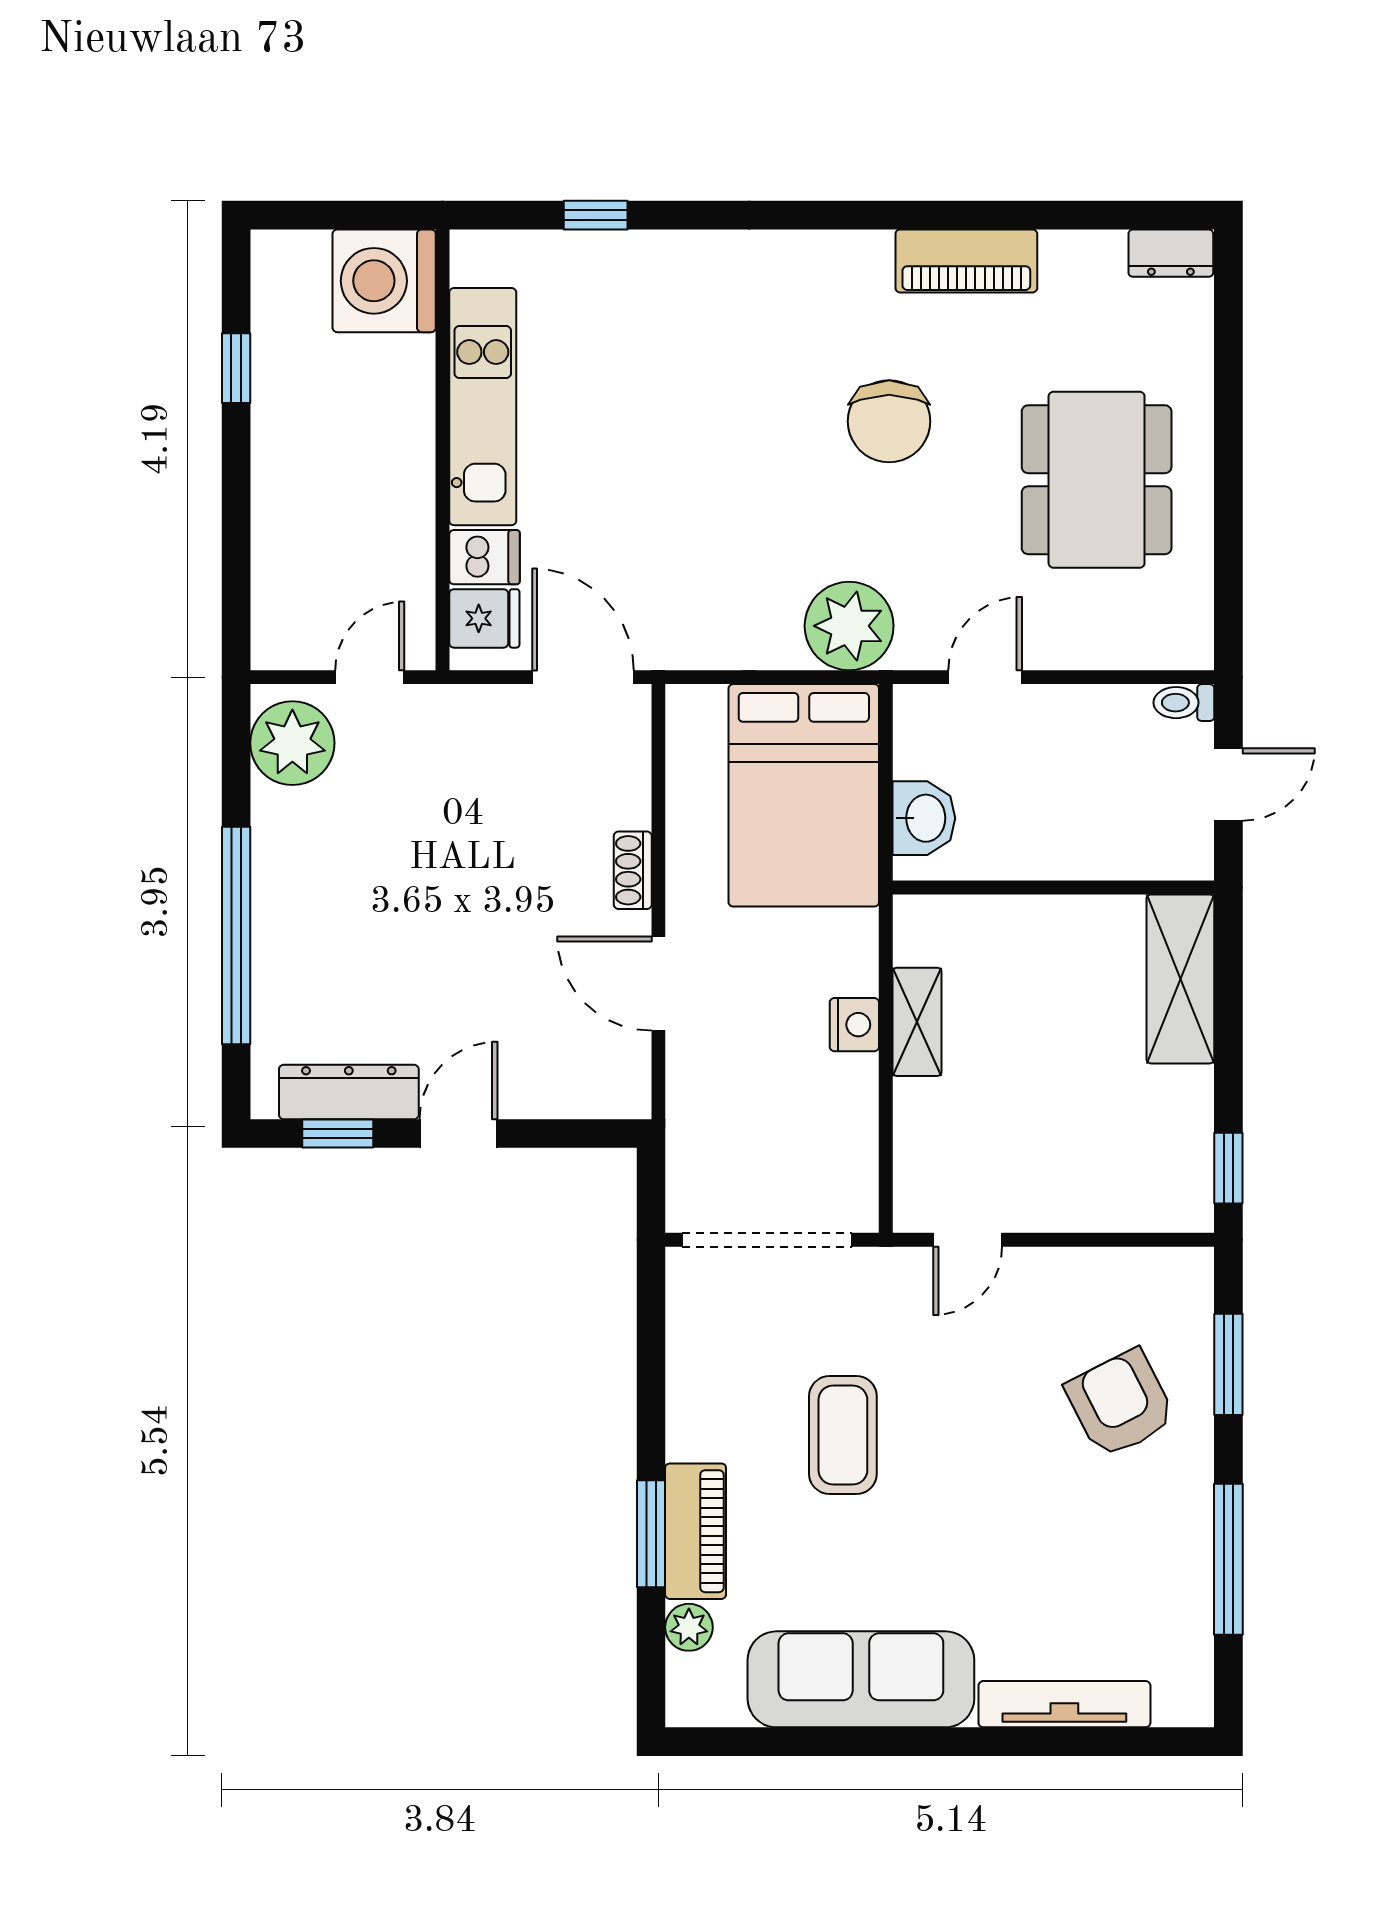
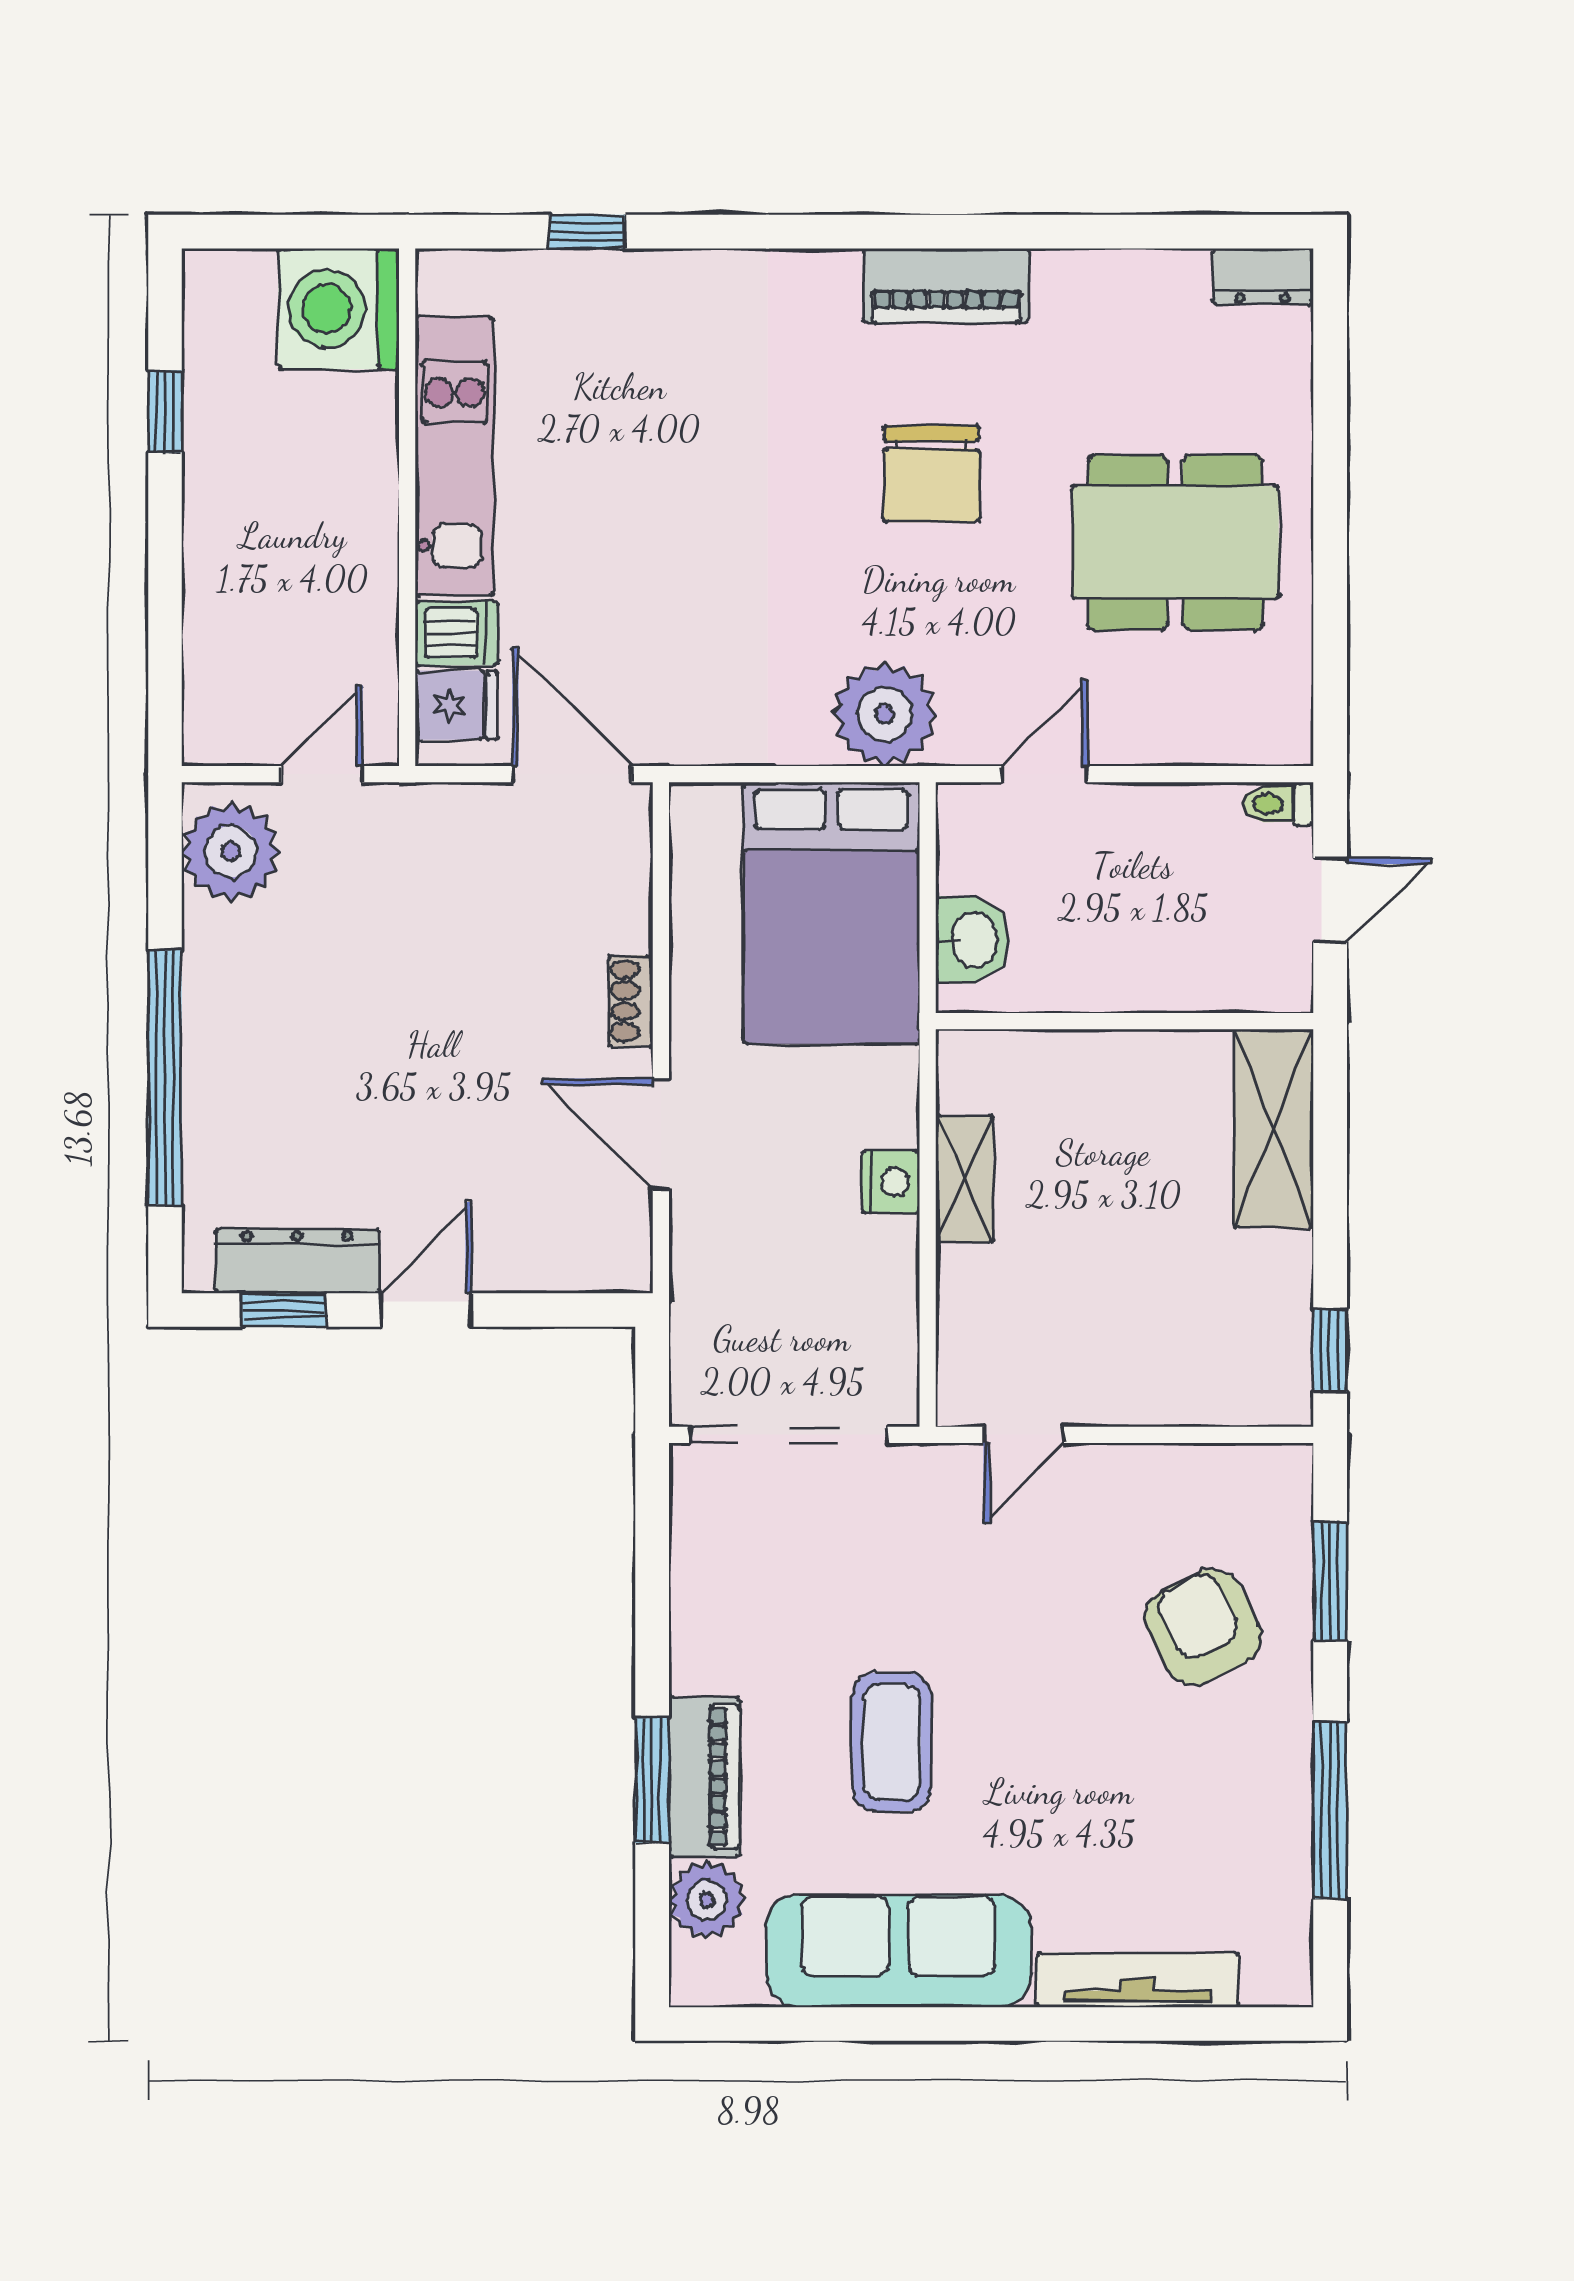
piano: (966, 261) -> (946, 285), moved
dining table: (1097, 480) -> (1175, 542), turned 90
coffee table: (843, 1435) -> (892, 1742), moved
plant: (689, 1627) -> (707, 1900), width x1.38, depth x1.38

